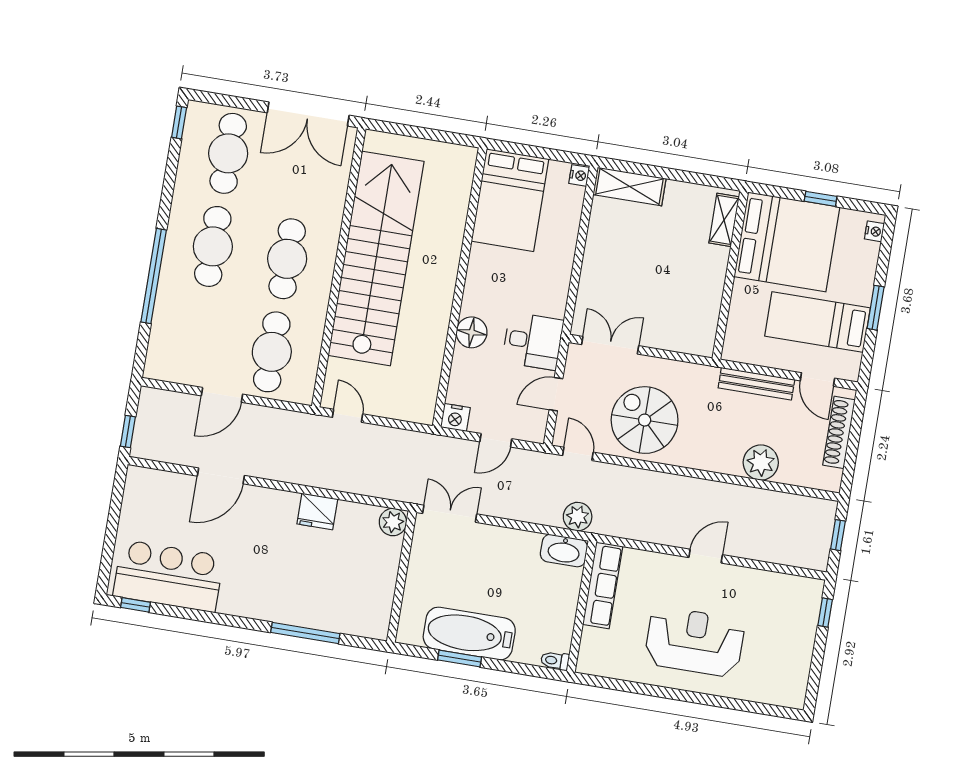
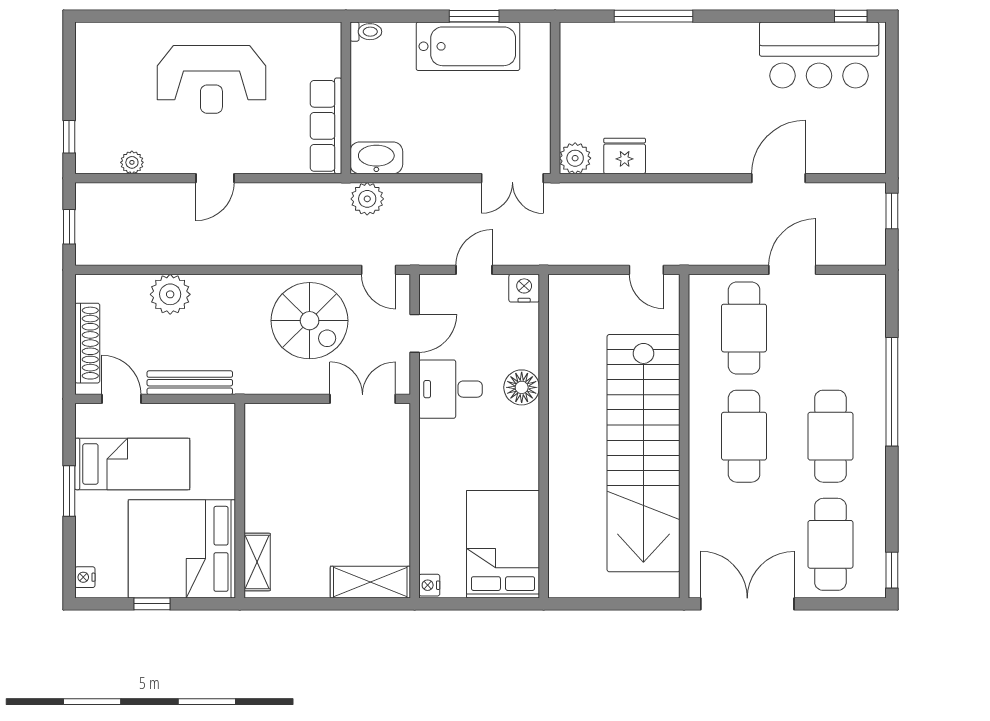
double door: (610, 345) -> (363, 399), swing flipped
fridge: (317, 511) -> (625, 156), moved
plant: (775, 581) -> (132, 162), added

